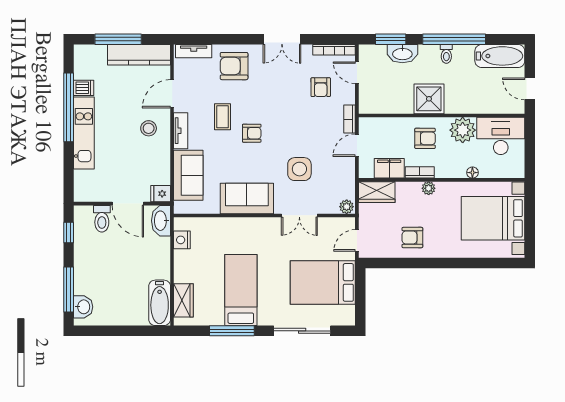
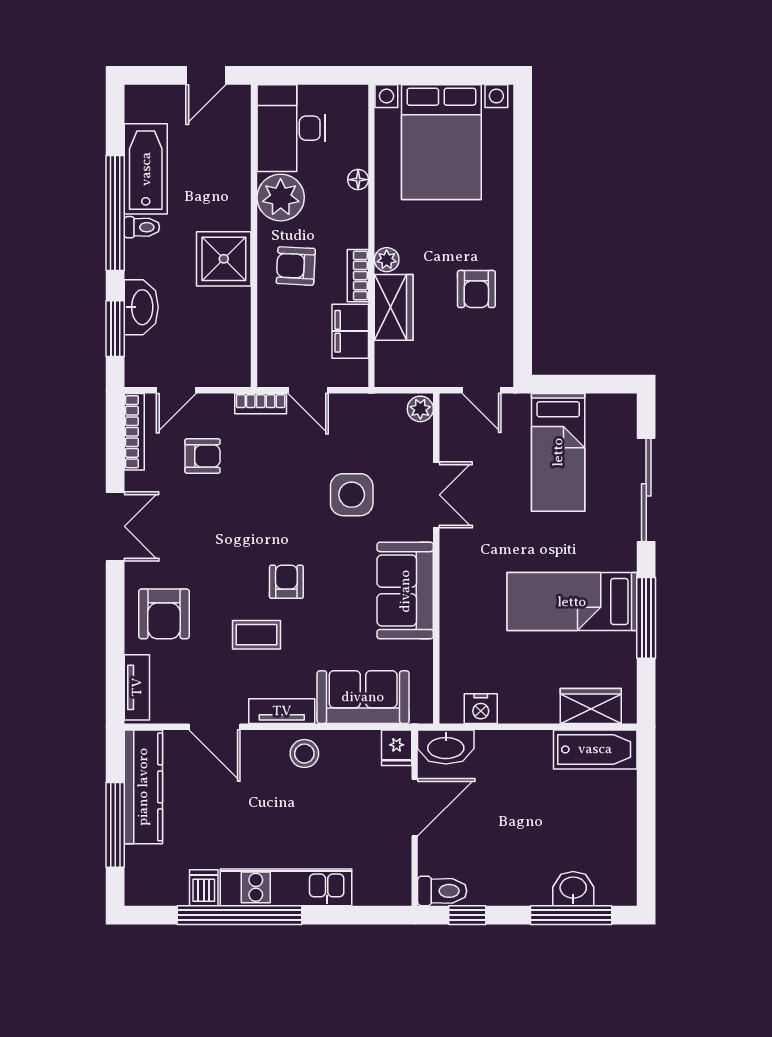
bathtub: (500, 56) -> (146, 169), moved
stool: (149, 128) -> (304, 754), moved
armchair: (425, 138) -> (296, 266), turned -87
wardrobe: (377, 192) -> (394, 307), moved
toilet: (102, 219) -> (442, 891), moved
bed: (323, 282) -> (558, 452), width x0.67
washbasin: (83, 307) -> (573, 889), moved

